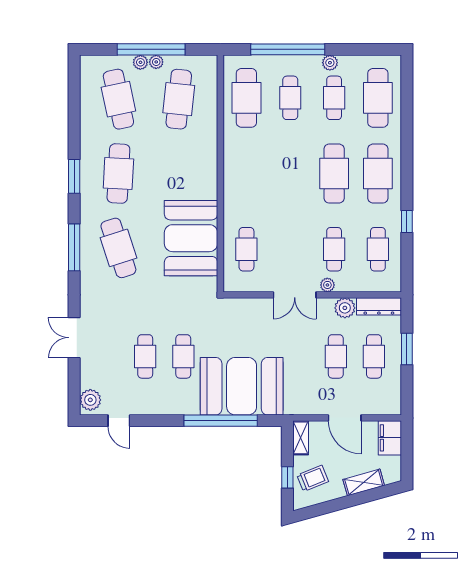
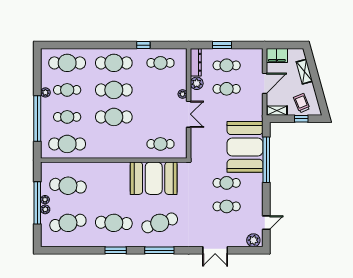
cafe table: (334, 249) -> (114, 117), moved, width x1.37, depth x1.35

